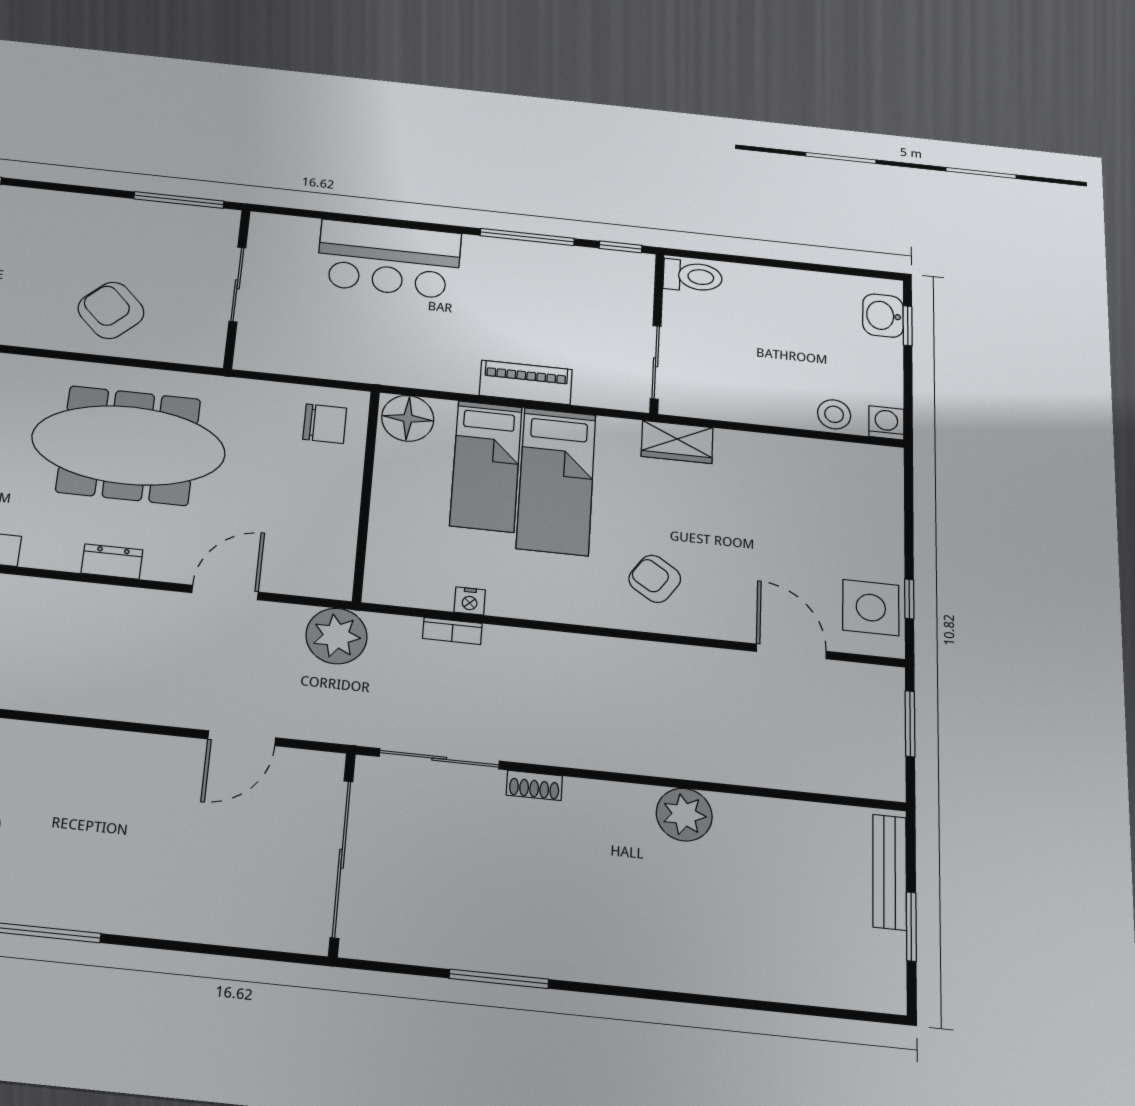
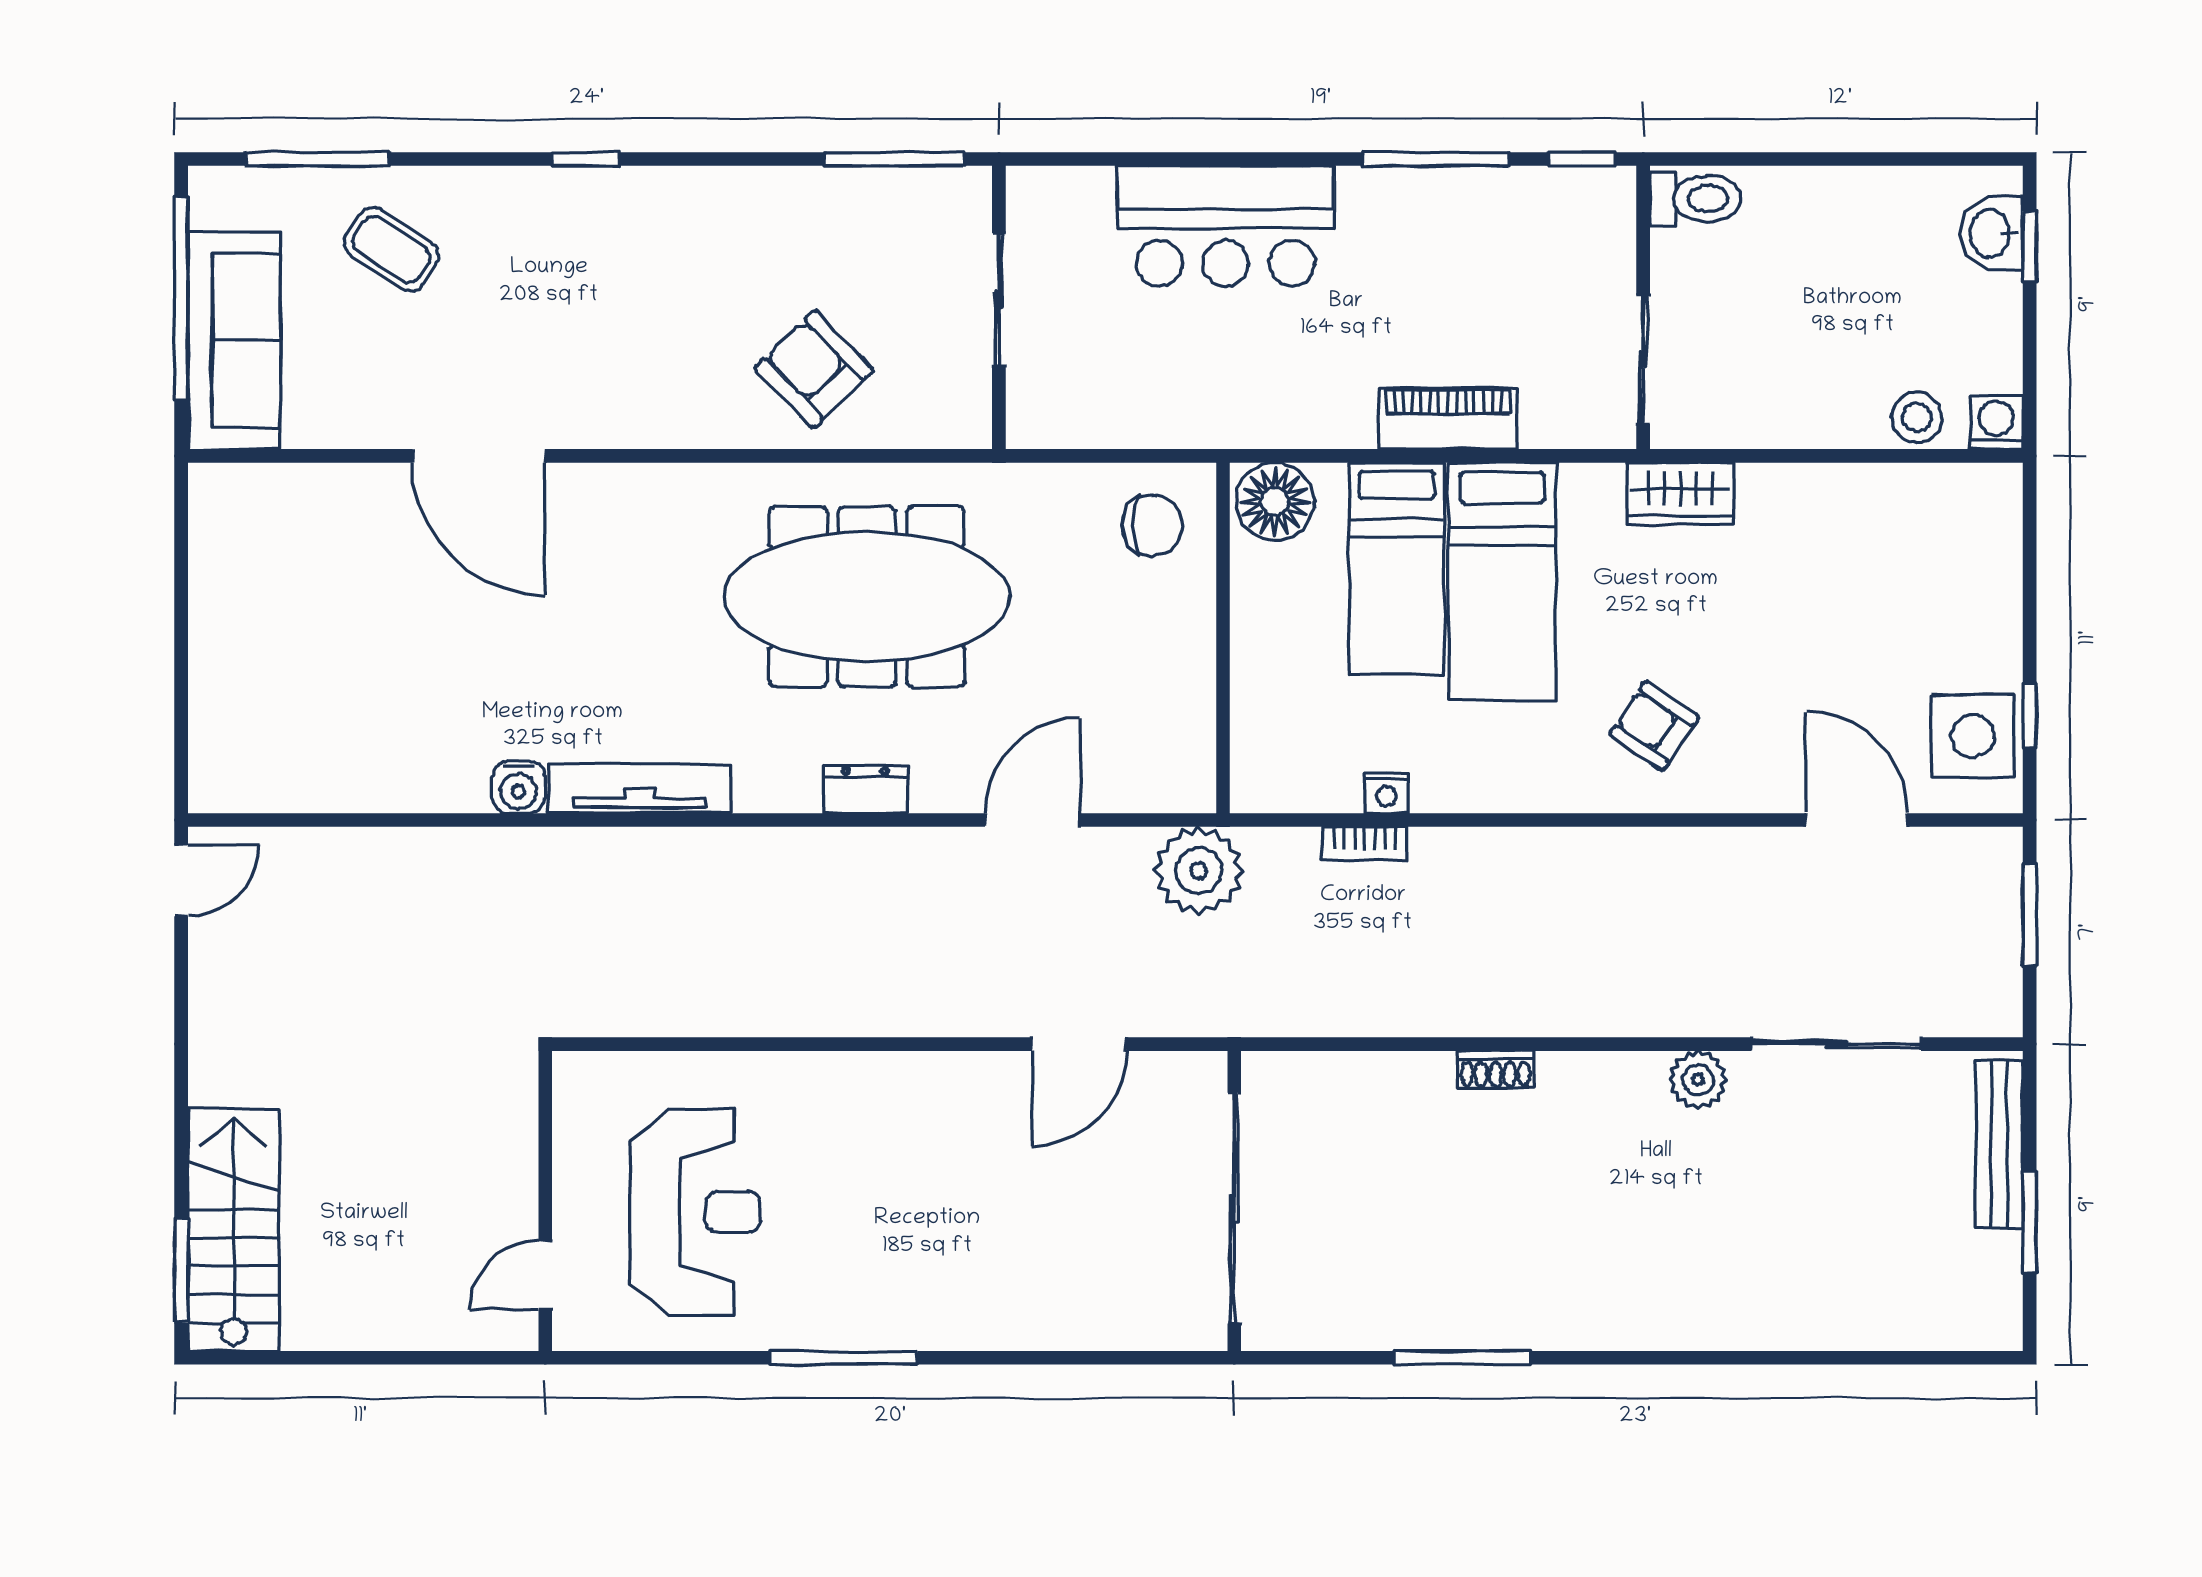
sliding door: (439, 759) -> (1836, 1044), moved
plant: (684, 815) -> (1698, 1080), width x0.73, depth x0.73

